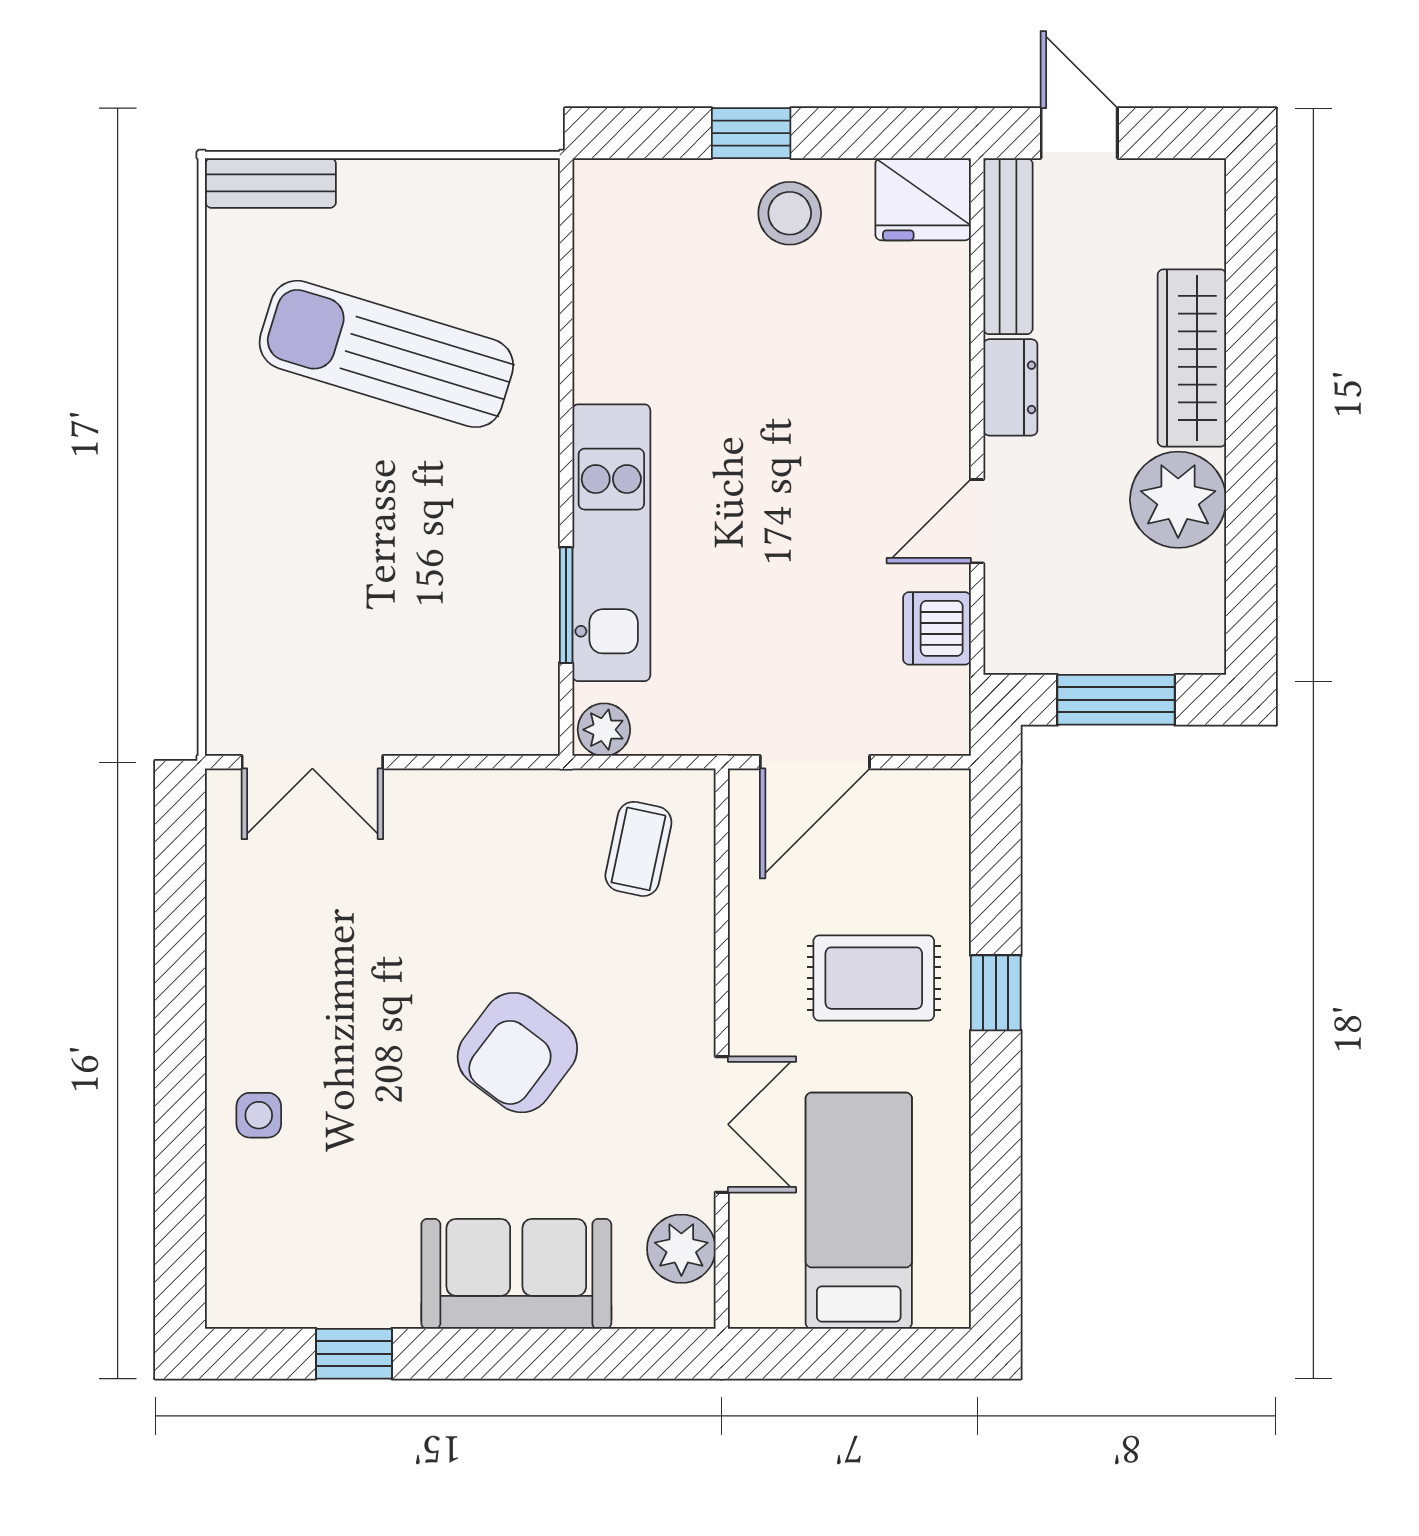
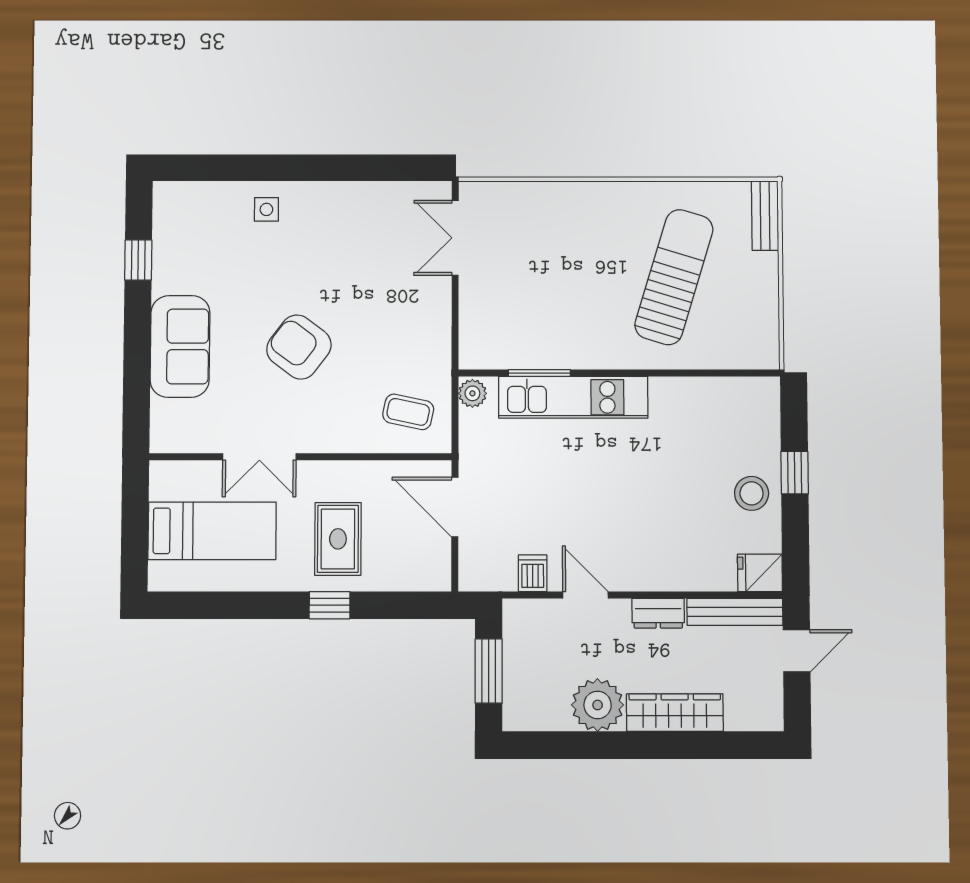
fridge: (923, 199) -> (760, 573), width x0.72
dishwasher: (937, 628) -> (533, 573), width x0.73
plant: (681, 1249) -> (193, 435), removed

